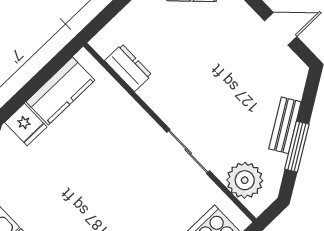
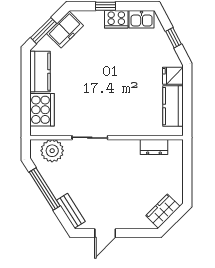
bench: (285, 125) -> (71, 211), moved
window: (297, 147) -> (45, 189), width x1.44

